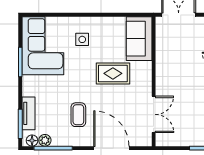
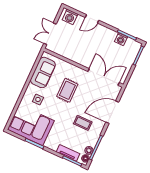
sofa: (139, 39) -> (43, 72), moved, turned -90
double door: (154, 114) -> (104, 77), width x1.37

